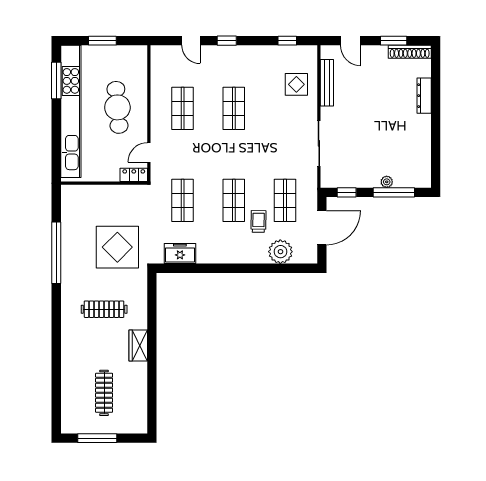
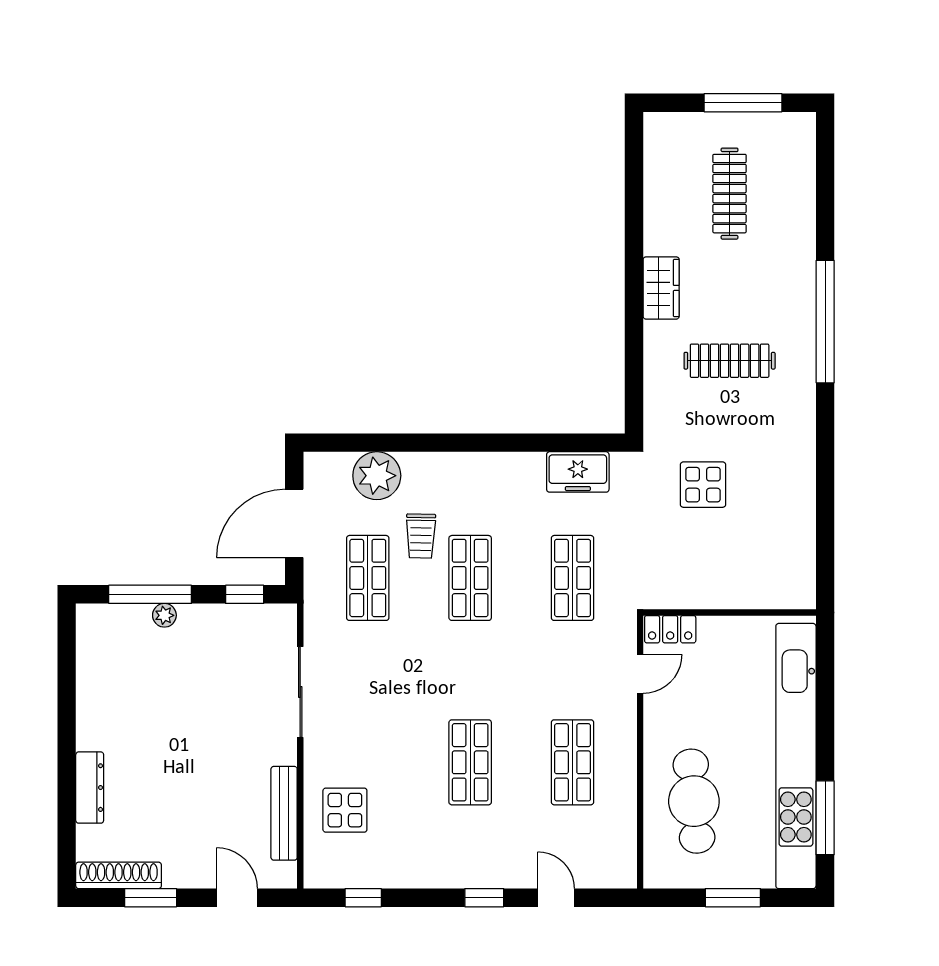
cafe table: (117, 107) -> (694, 801), moved
display table: (117, 247) -> (703, 485), width x0.54, depth x0.54
window: (56, 253) -> (825, 322), moved

